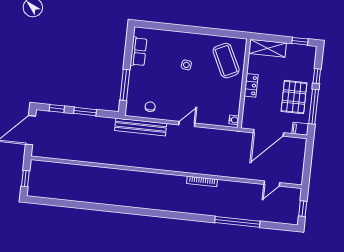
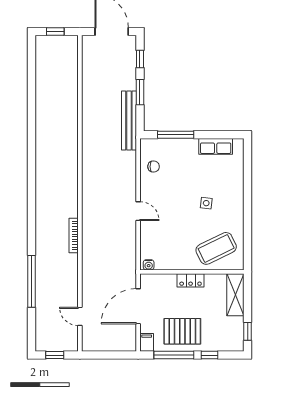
bench: (141, 127) -> (129, 121), moved
door: (269, 133) -> (138, 306), hinge flipped

